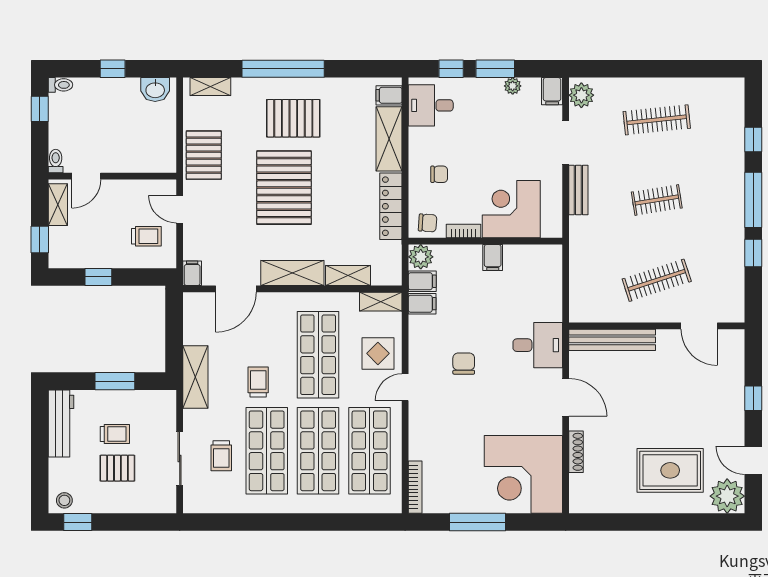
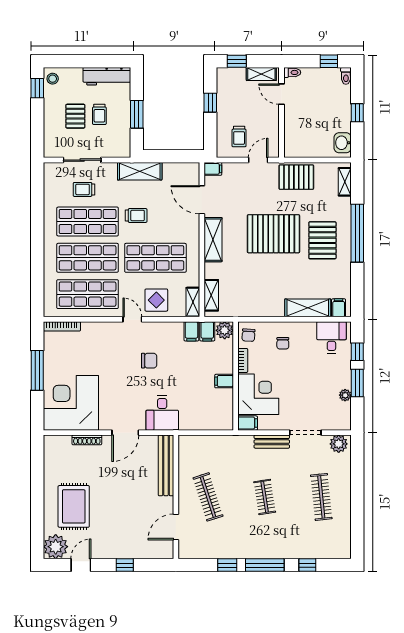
filing cabinet: (552, 91) -> (248, 423), moved, turned 180
locker: (391, 206) -> (260, 309), removed
shelving: (348, 276) -> (211, 295), moved

